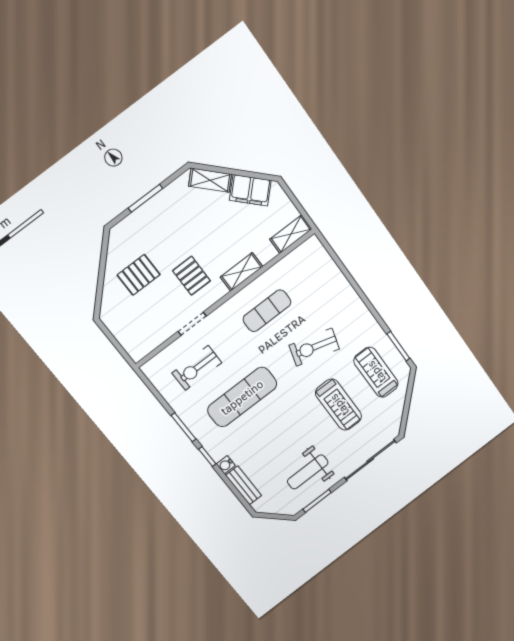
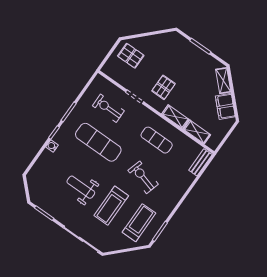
shelving: (291, 234) -> (197, 132), moved
pallet: (139, 275) -> (131, 56), moved
weight bench: (308, 472) -> (81, 187), moved
bench: (244, 485) -> (200, 162), moved

